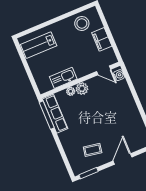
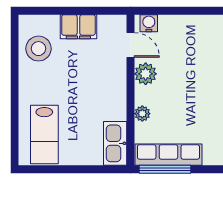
door: (104, 70) -> (131, 45), hinge flipped
kitchen sink: (63, 78) -> (115, 143), moved
plant: (82, 89) -> (146, 74), moved

